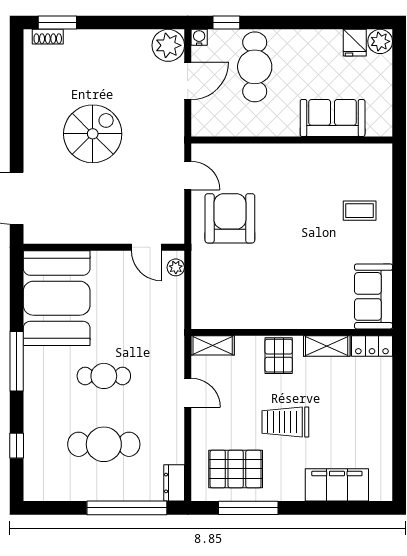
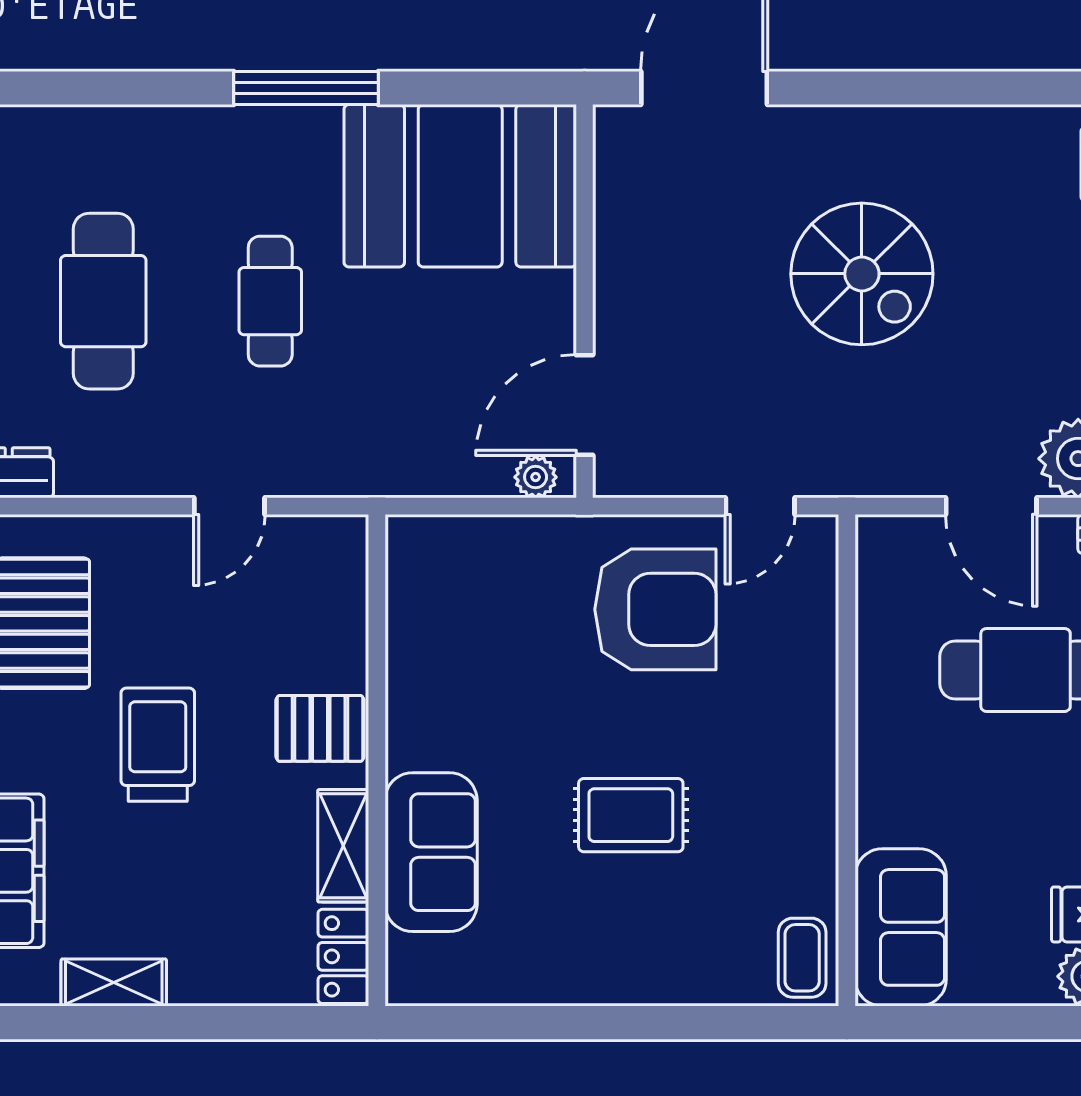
sofa: (333, 118) -> (901, 927), moved
coffee table: (360, 211) -> (802, 958), moved
rug: (314, 228) -> (631, 815), added
door: (146, 247) -> (585, 405), width x1.37
sofa: (374, 296) -> (431, 852), moved, turned 90
shelving: (213, 345) -> (114, 983), moved, turned 90
window: (17, 446) -> (100, 88), removed

